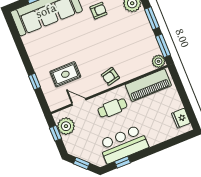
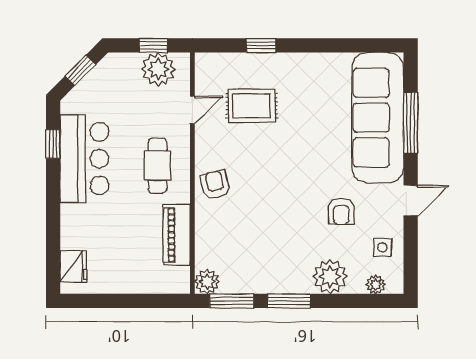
rug: (65, 74) -> (252, 106), turned 90
piano: (148, 85) -> (177, 235), width x0.73, depth x0.75
fridge: (181, 118) -> (73, 266), moved, turned 90

